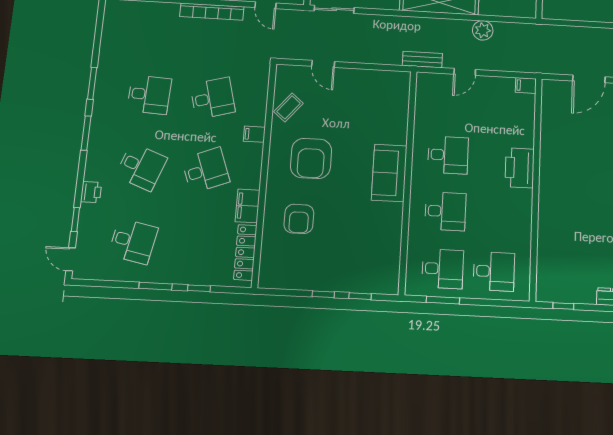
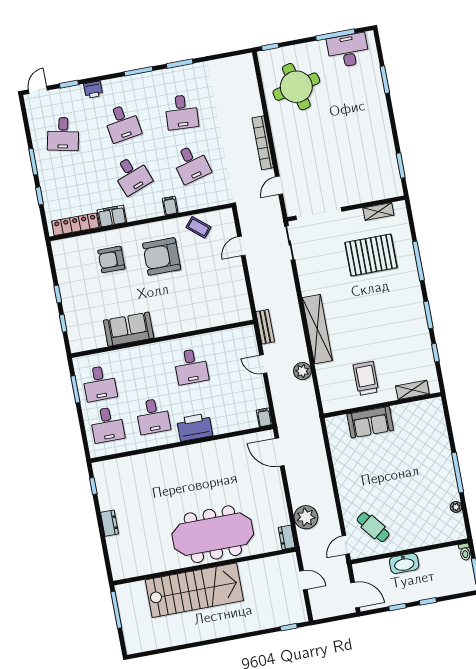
door: (589, 79) -> (280, 452), moved
desk: (141, 167) -> (122, 123), turned -30
sofa: (389, 173) -> (129, 329), moved
desk: (445, 211) -> (153, 416), moved

